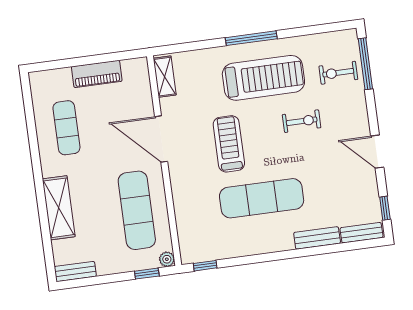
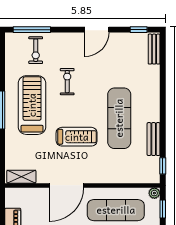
treadmill: (229, 144) -> (77, 137), turned 180
bench: (317, 238) -> (154, 139), moved

